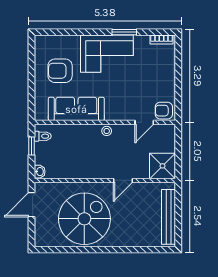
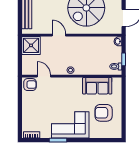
armchair: (60, 71) -> (104, 113), turned 180
sofa: (76, 109) -> (97, 86), width x0.73
door: (144, 122) -> (44, 76), hinge flipped
door: (123, 180) -> (59, 35), hinge flipped

